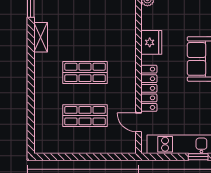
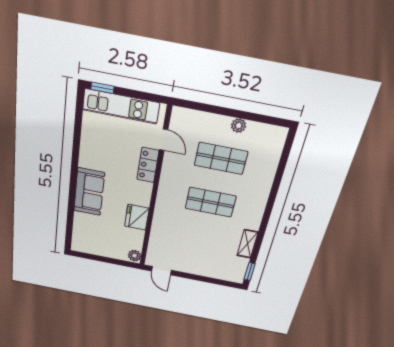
locker: (149, 88) -> (148, 165), width x0.66
plant: (77, 147) -> (239, 126), added

